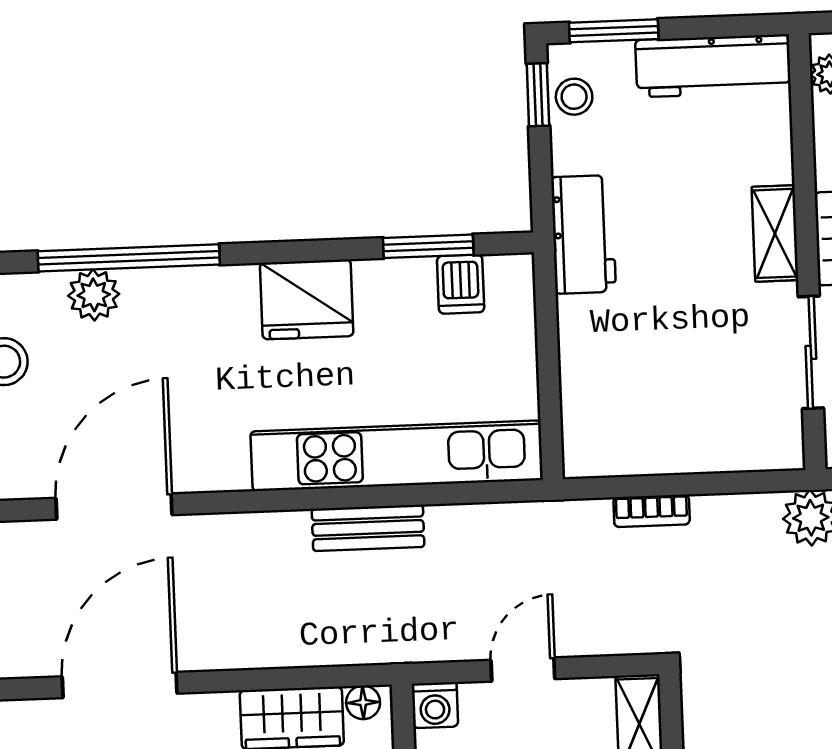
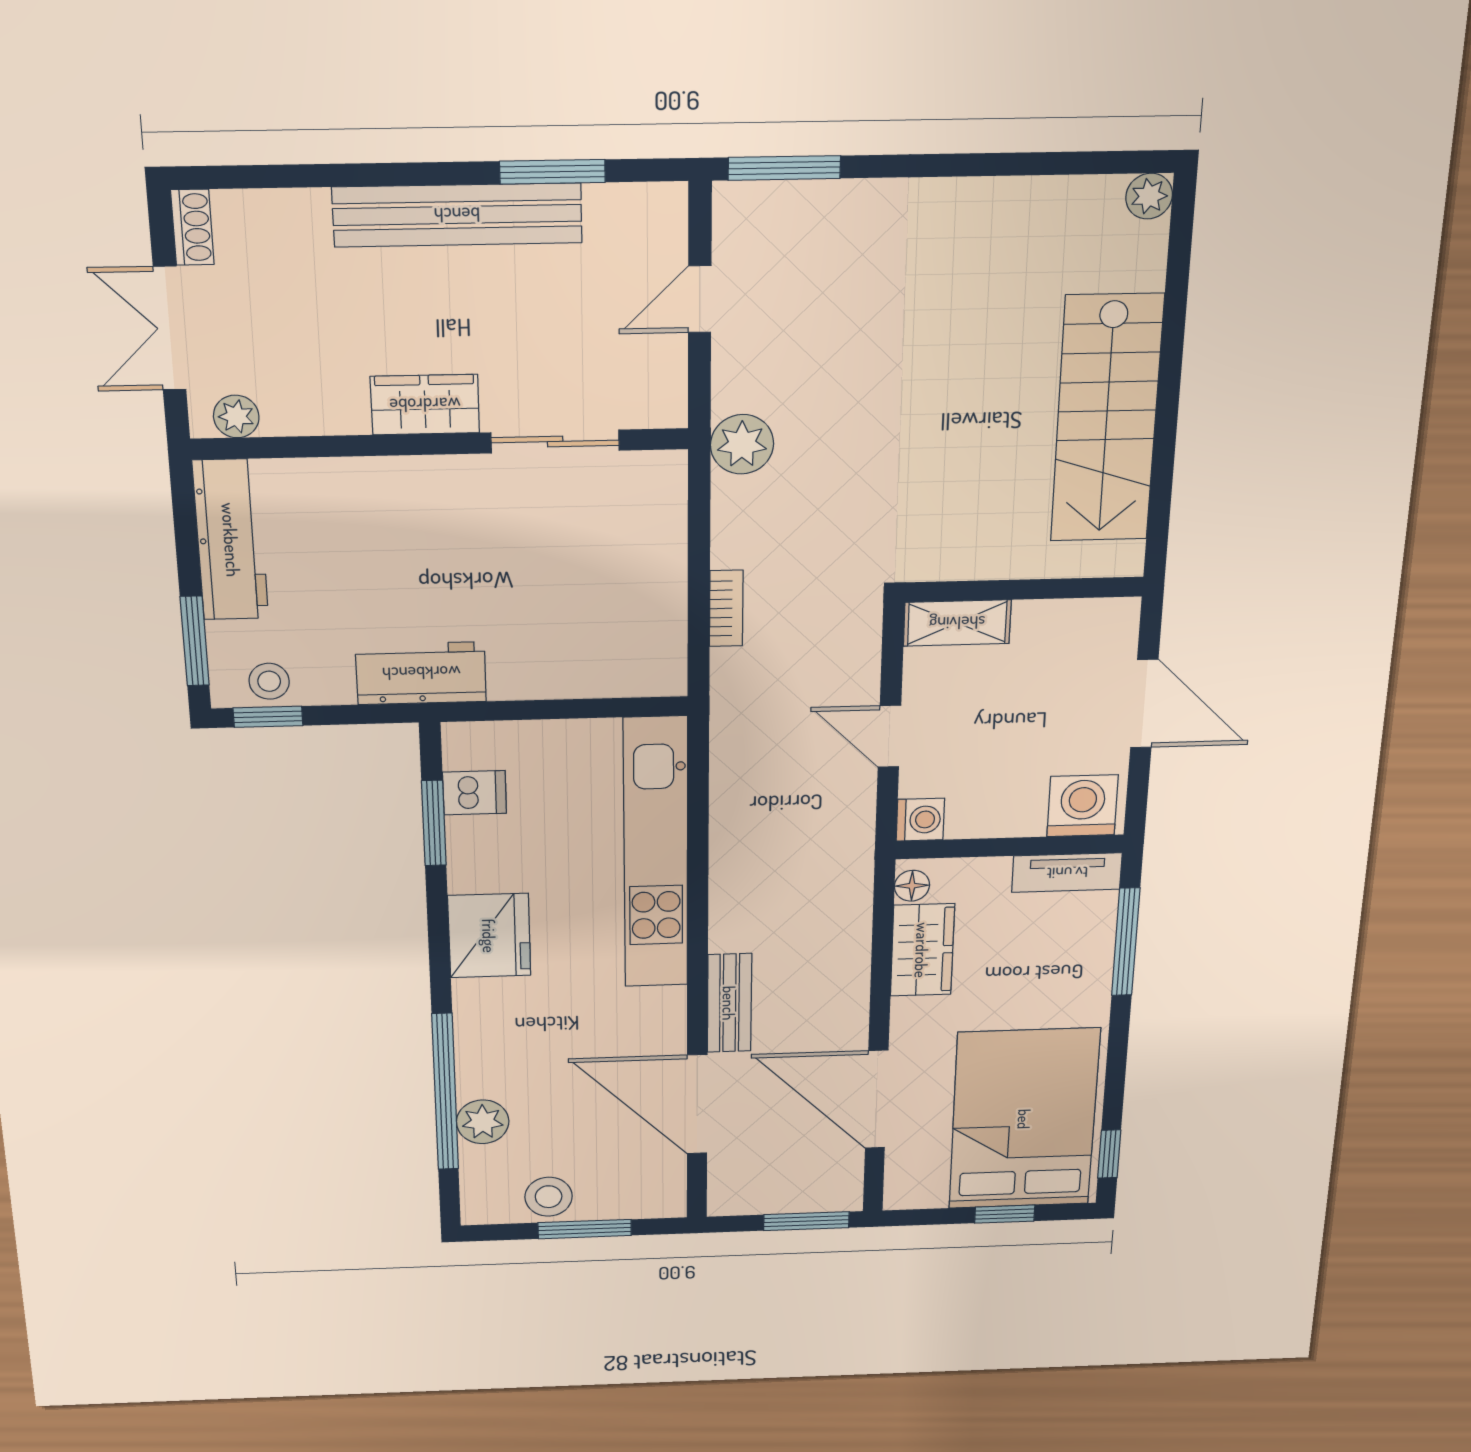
shelving: (775, 233) -> (420, 478), removed
bench: (368, 528) -> (729, 1003), moved

